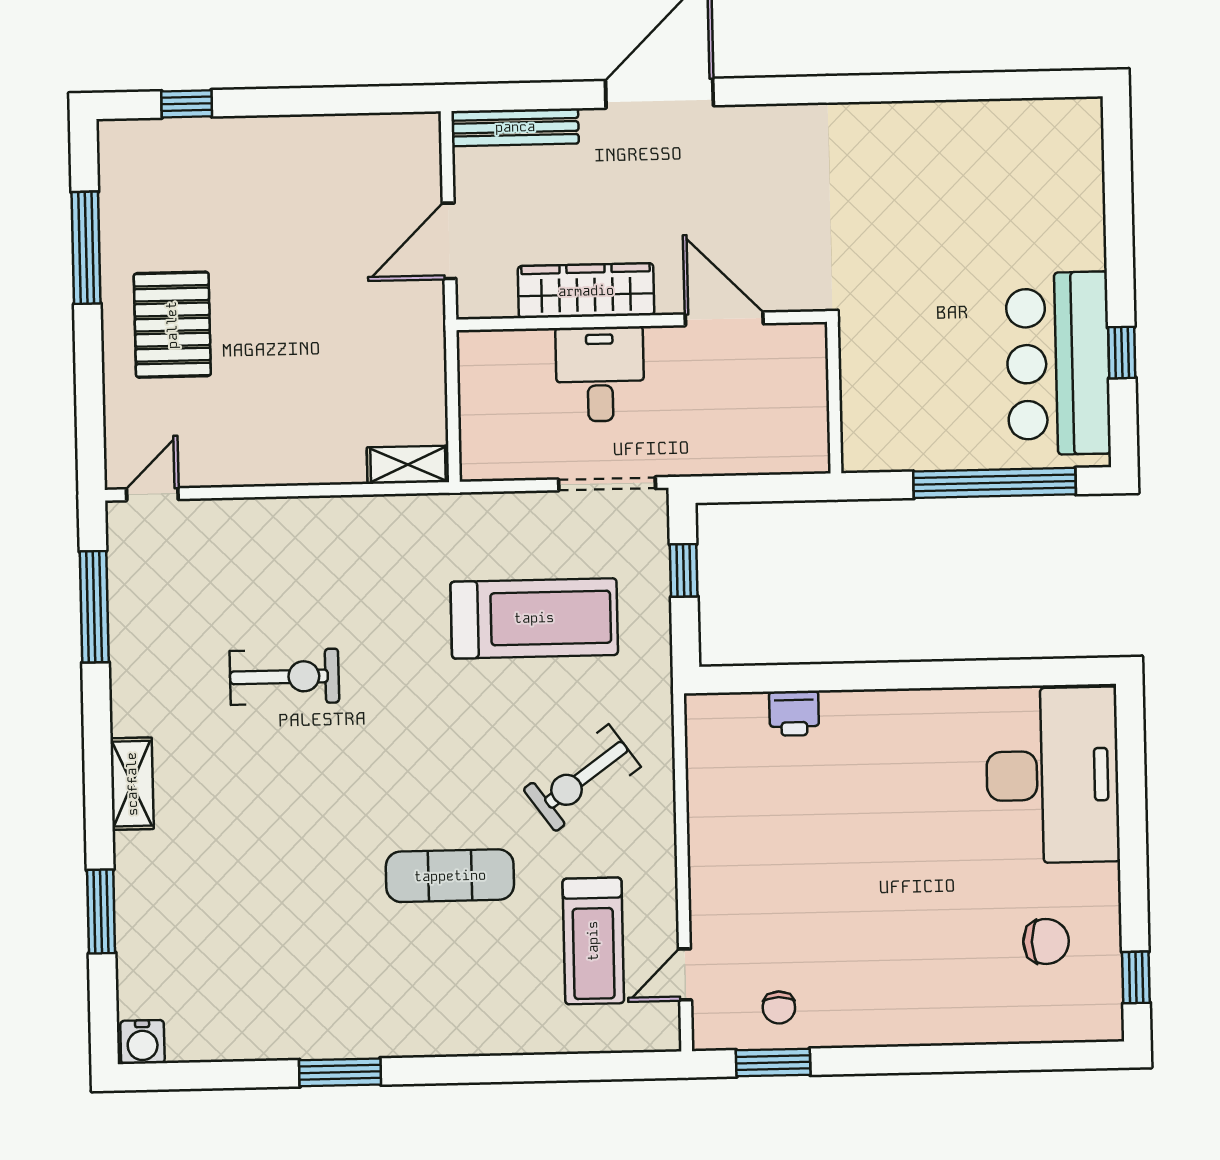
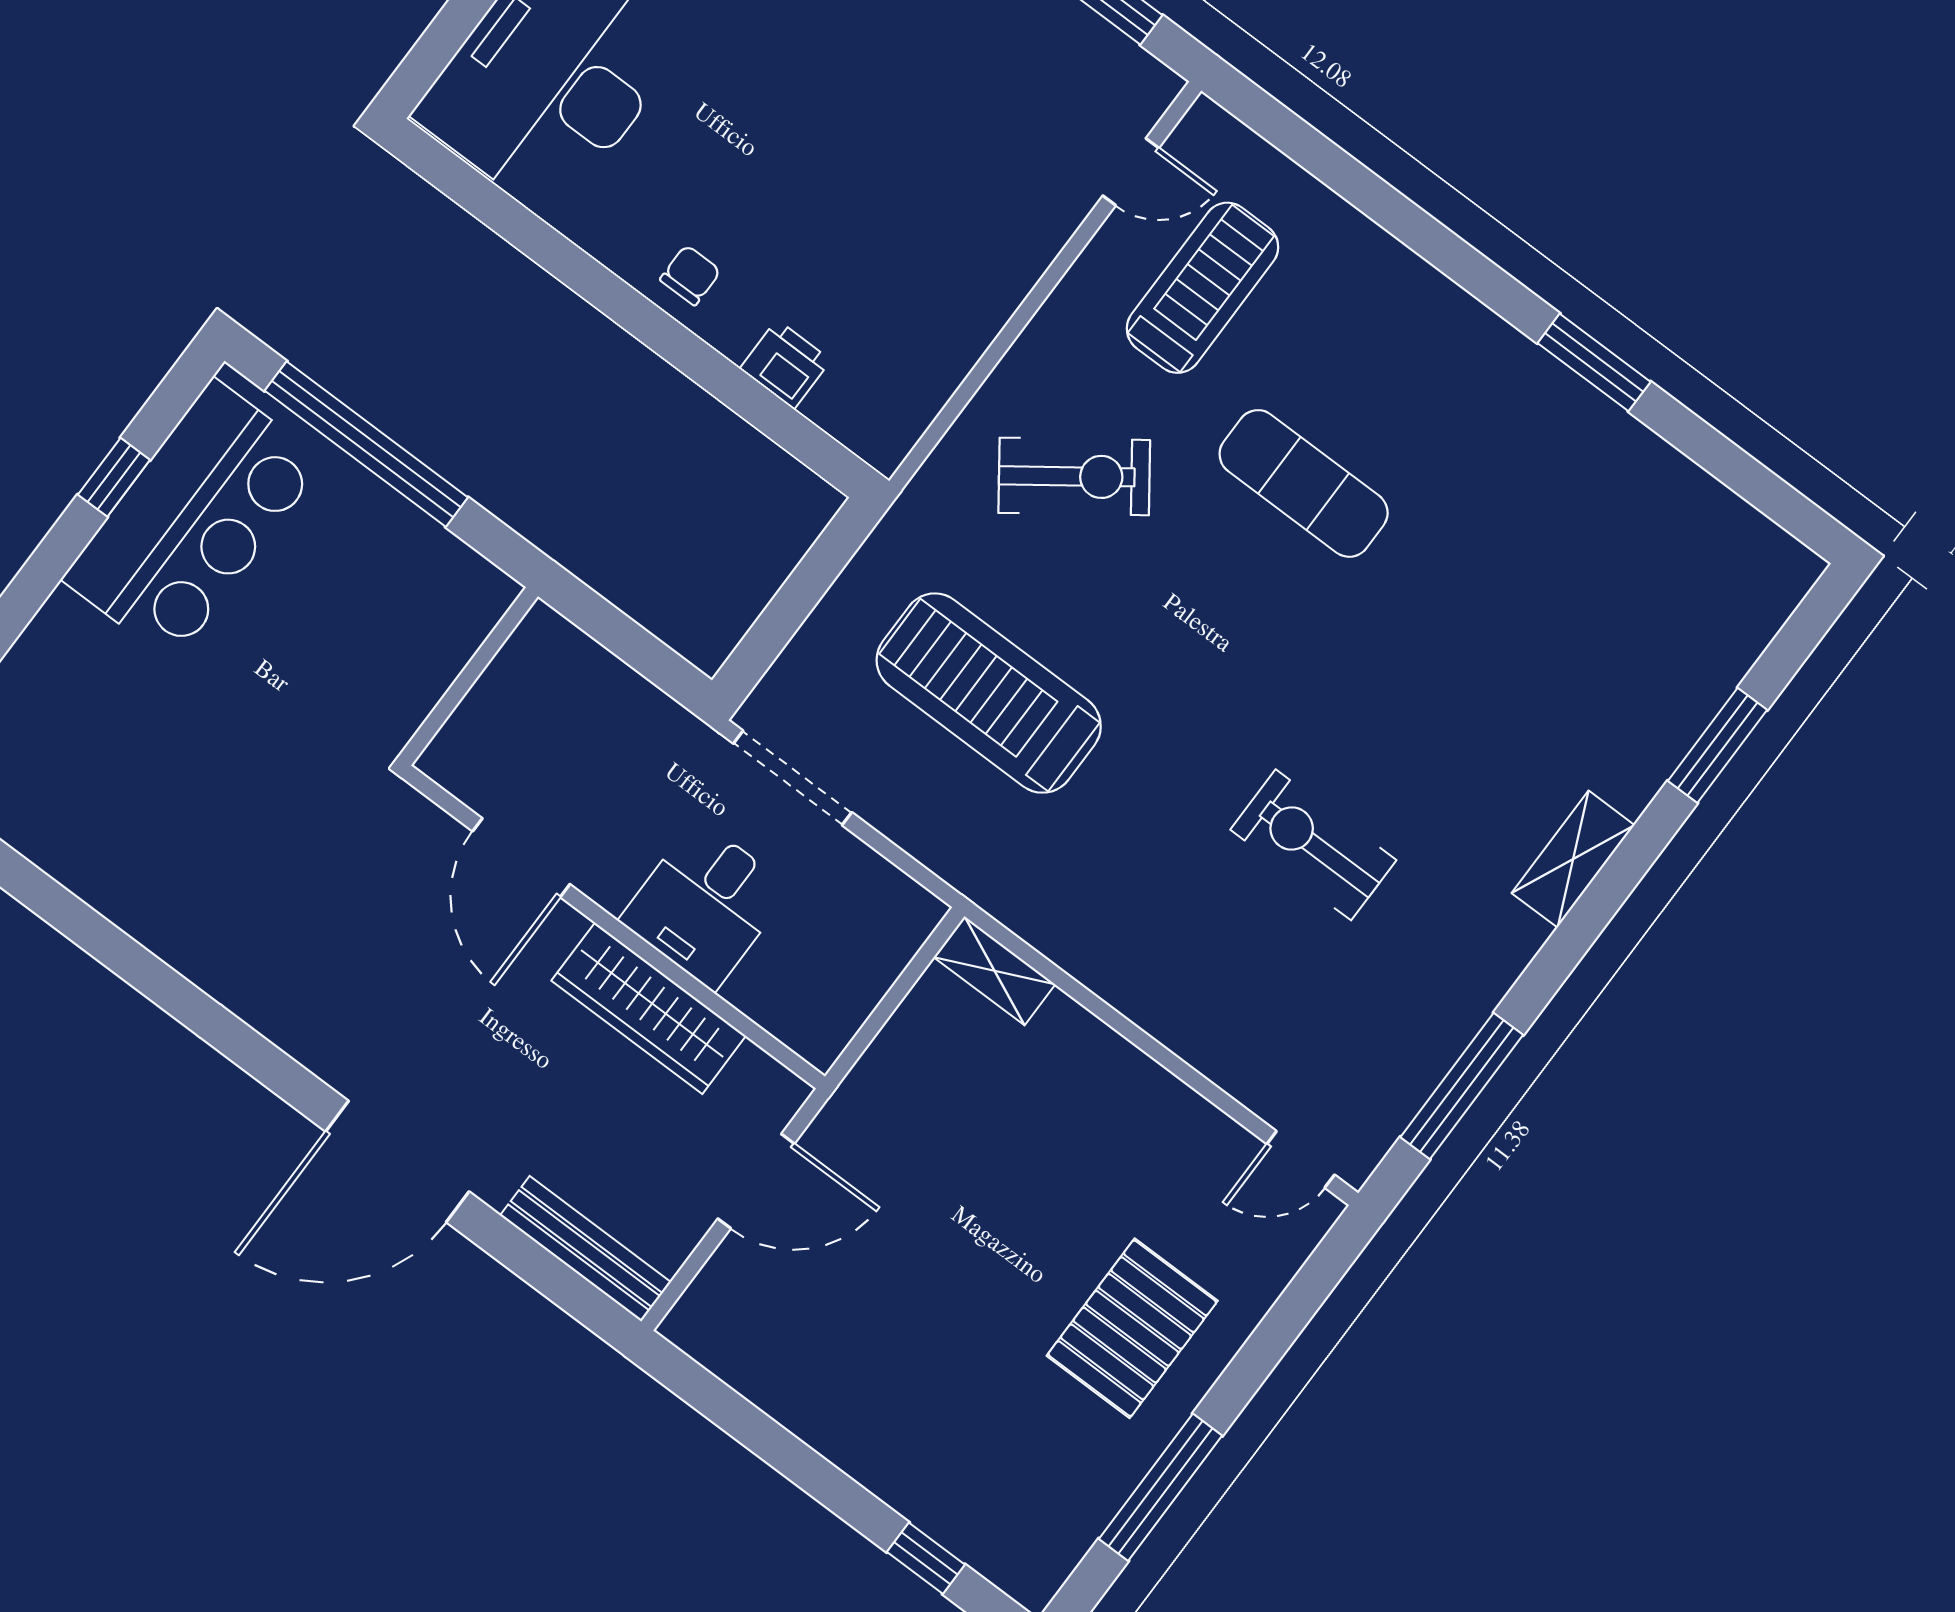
window: (684, 570) -> (783, 617), removed
chair: (779, 1007) -> (690, 275), moved
water cooler: (142, 1042) -> (1785, 566), removed

